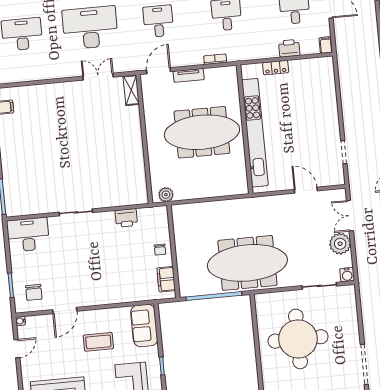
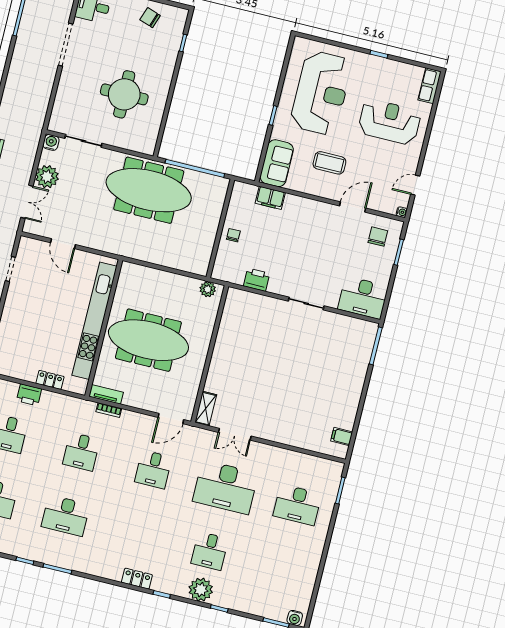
tv unit: (189, 75) -> (106, 394), moved
filing cabinet: (166, 279) -> (270, 198), moved, turned 90
round table: (298, 339) -> (124, 94), width x0.73, depth x0.73

